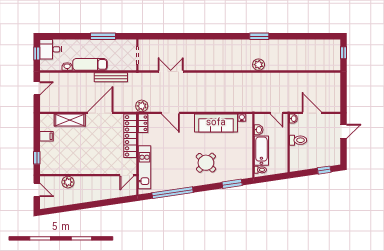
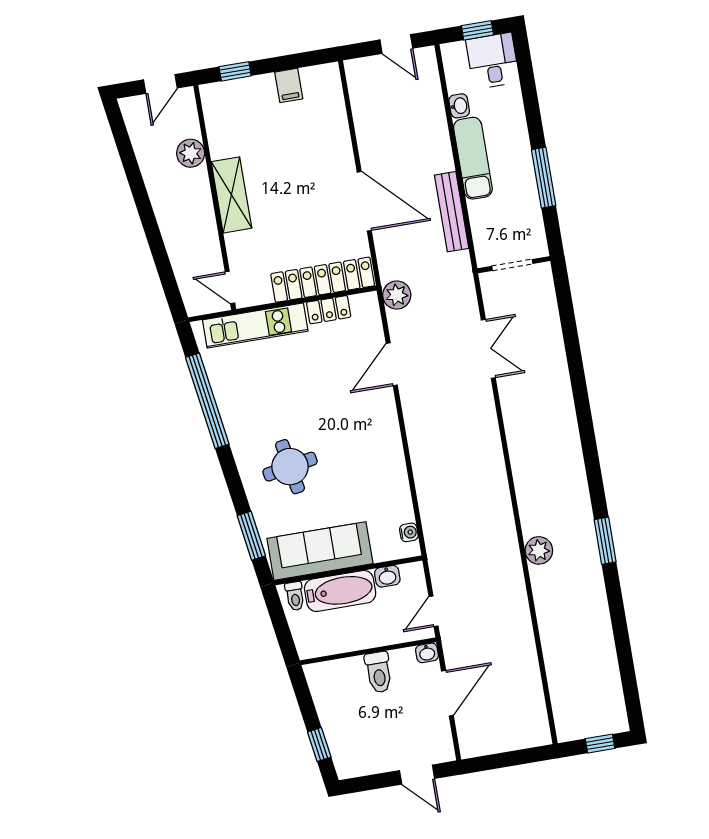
shelving: (70, 120) -> (231, 195), moved
locker: (143, 123) -> (329, 310), moved
sofa: (216, 123) -> (320, 551), moved, turned 90
round table: (206, 163) -> (290, 467), turned 36

